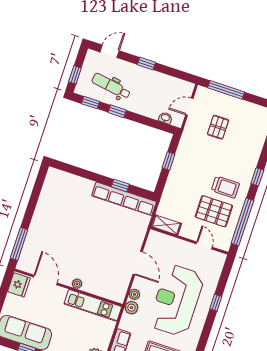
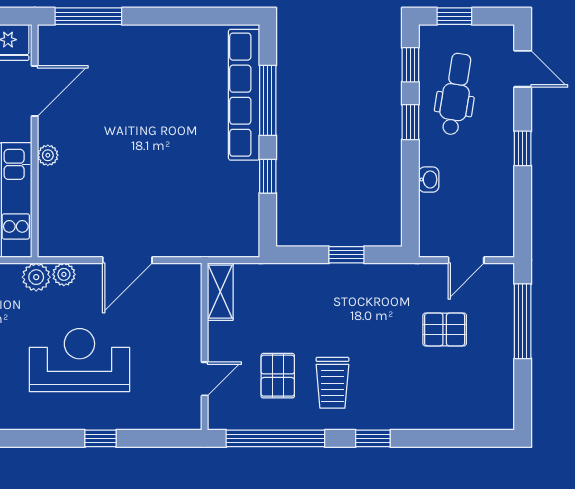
door: (189, 107) -> (466, 260), swing flipped
washbasin: (165, 118) -> (429, 180), moved
window: (85, 174) -> (268, 100), added
row of seats: (124, 199) -> (244, 95), moved
pallet: (214, 211) -> (278, 376), width x0.67, depth x0.71
reception desk: (176, 300) -> (79, 360), width x0.74, depth x0.77

